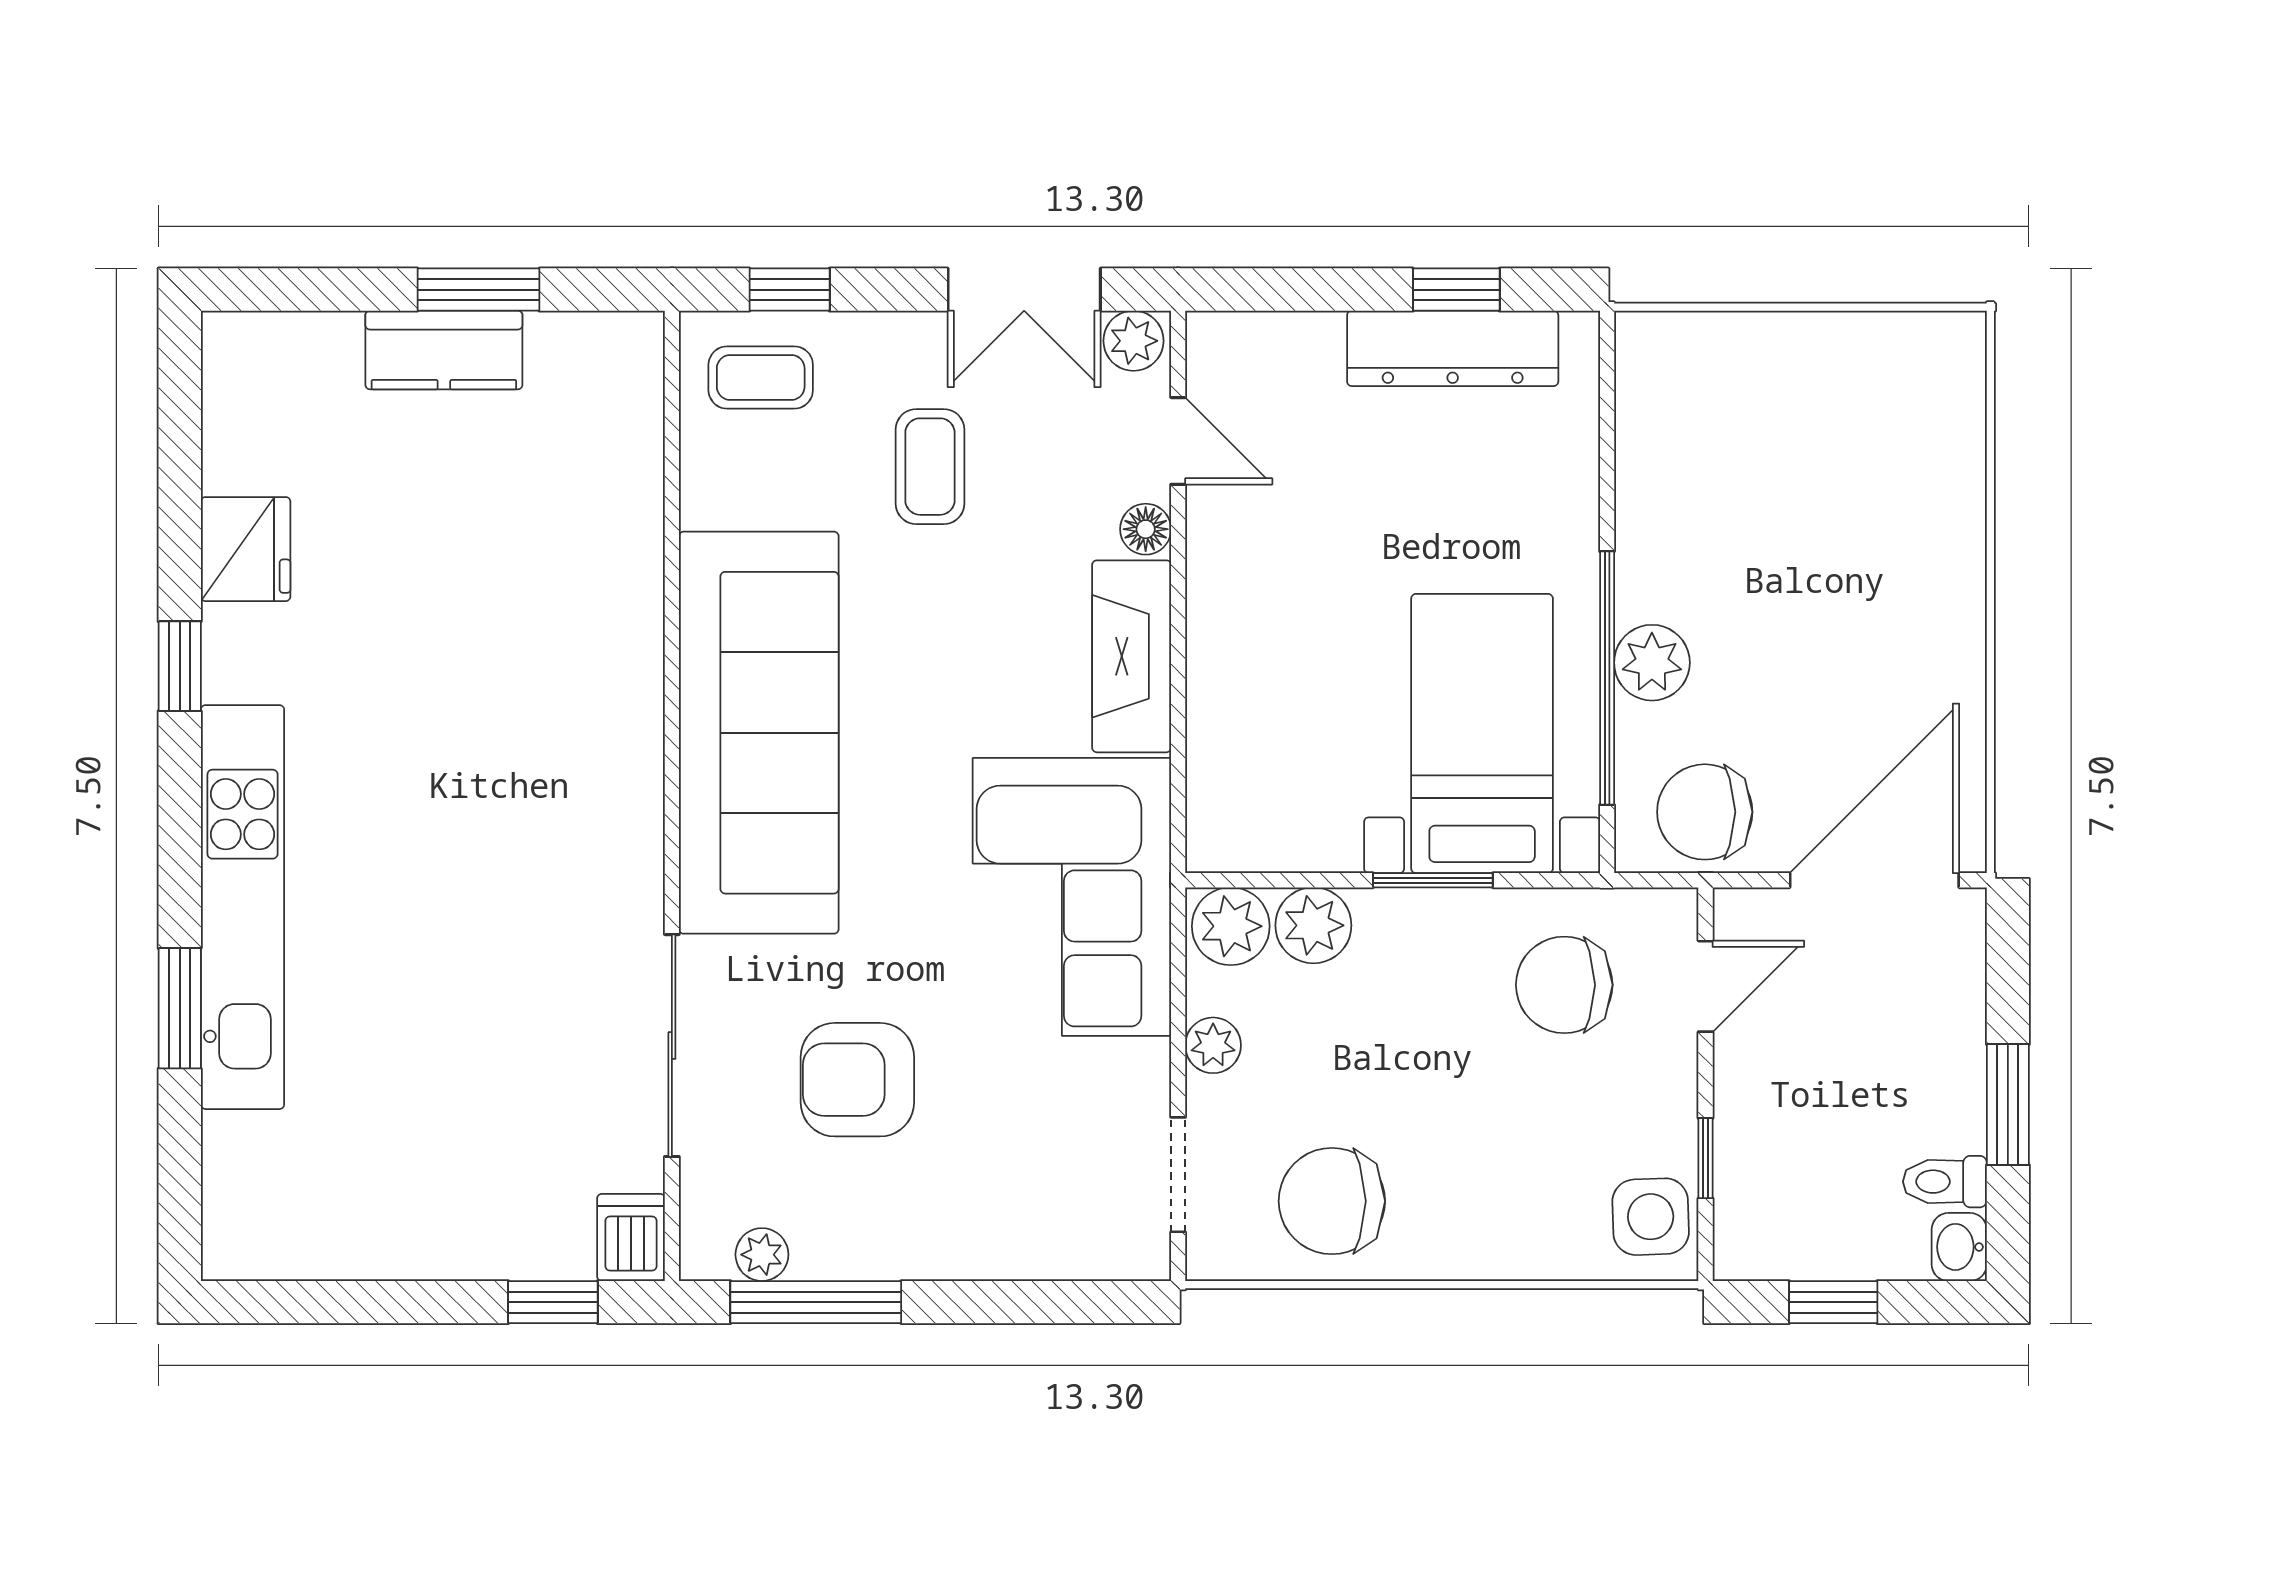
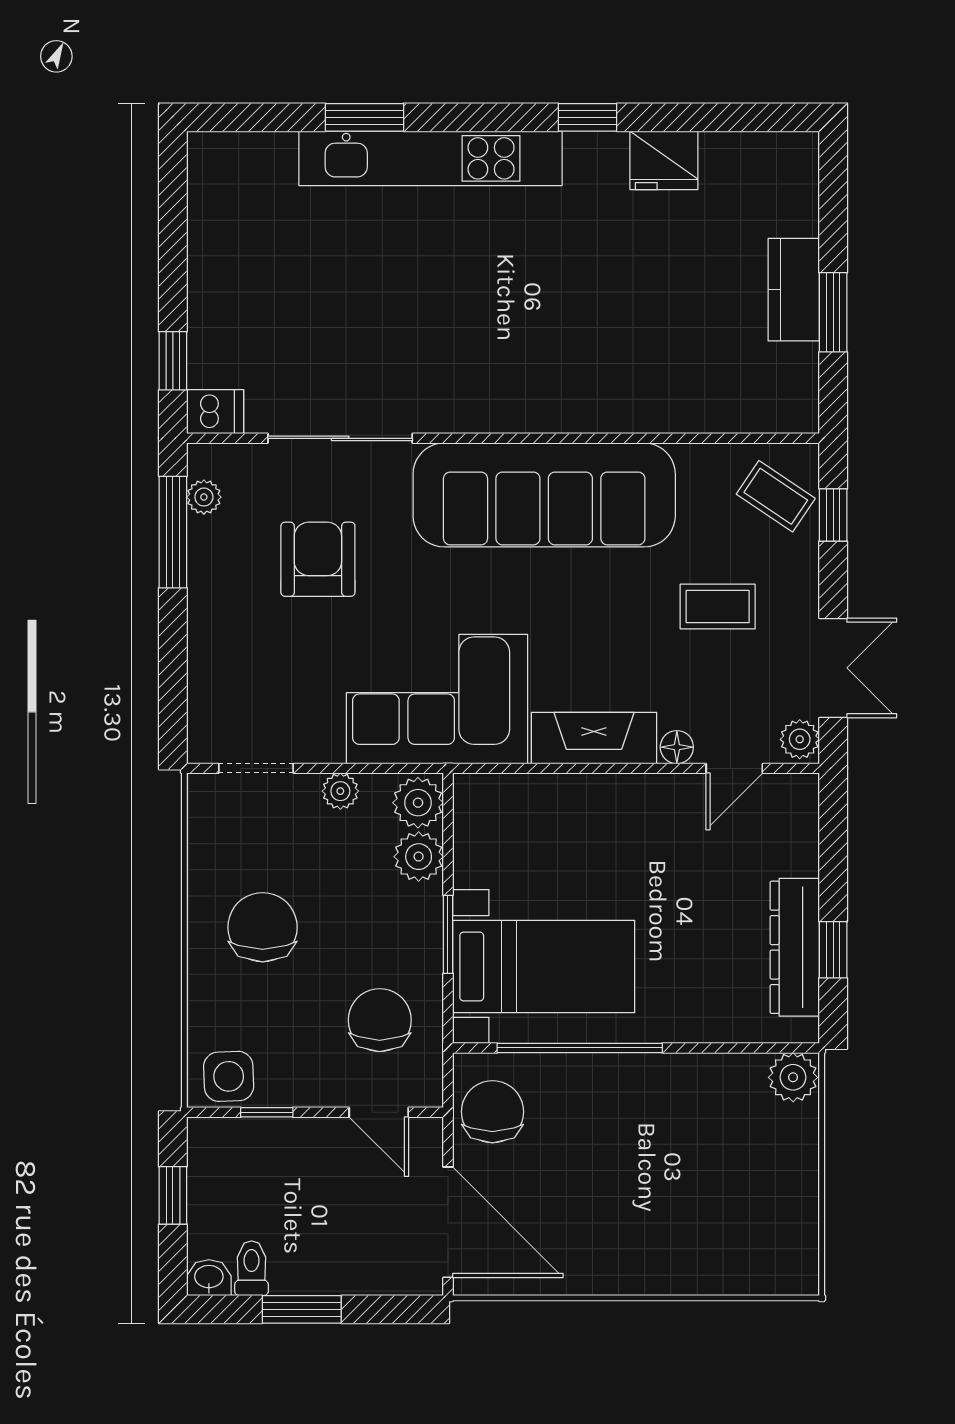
double door: (1024, 290) -> (833, 668), swing flipped
coffee table: (761, 377) -> (776, 496), turned -56
plant: (1652, 663) -> (793, 1077), moved
chair: (1332, 1201) -> (263, 927), moved

